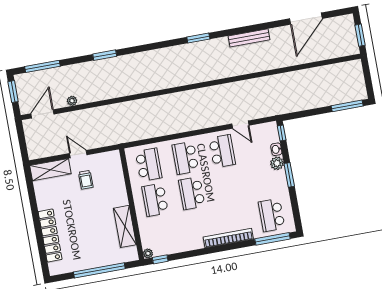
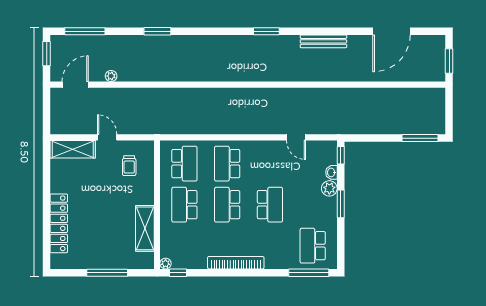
school desk: (222, 151) -> (270, 205), moved
trolley: (86, 180) -> (129, 166), moved
bookcase: (228, 238) -> (236, 263), moved
window: (99, 270) -> (107, 273), width x0.68

